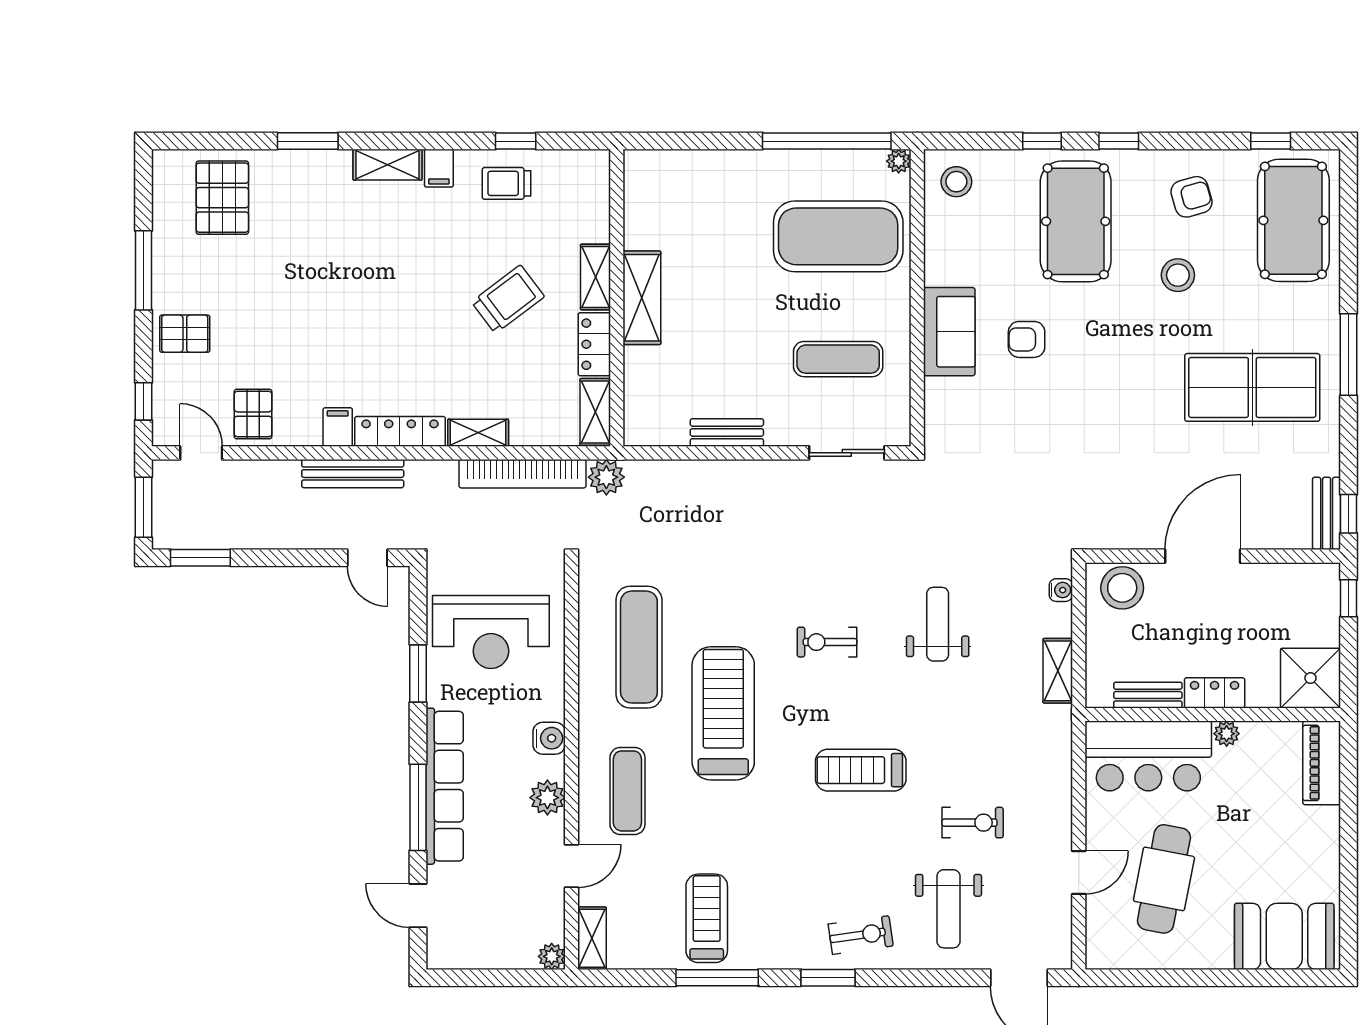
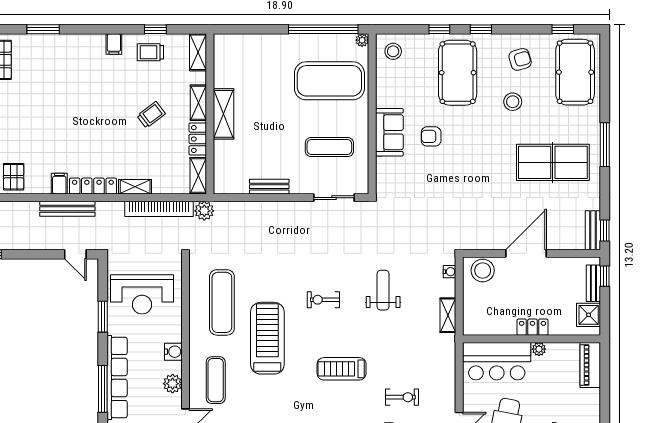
shelving: (388, 165) -> (198, 52), moved, turned 90
trolley: (508, 299) -> (151, 115), width x0.73, depth x0.72
shower: (1311, 678) -> (589, 315), width x0.73, depth x0.73
bench: (1148, 695) -> (593, 283), moved, turned 90

